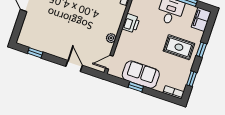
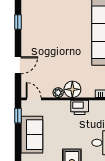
floor lamp: (112, 24) -> (72, 89), added
window: (136, 87) -> (18, 116), moved

